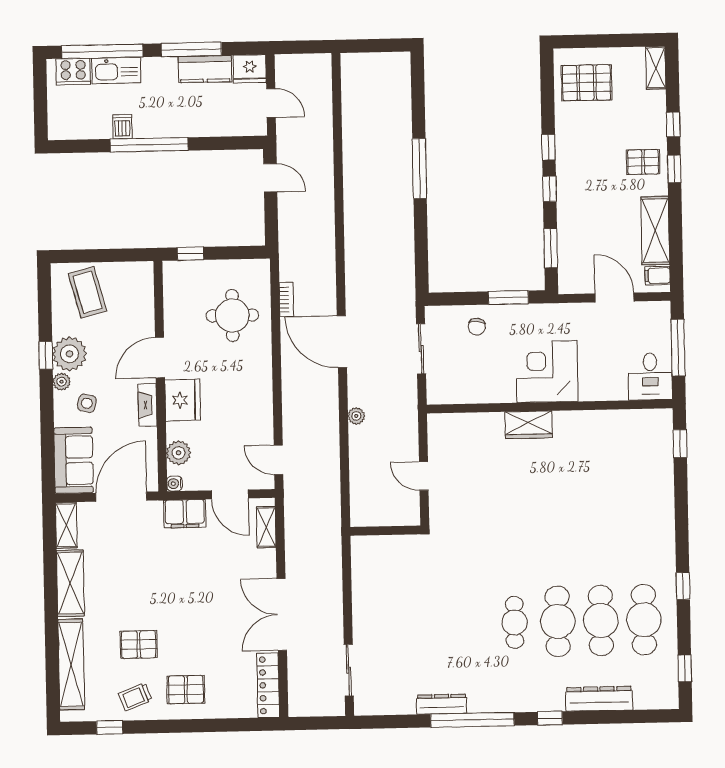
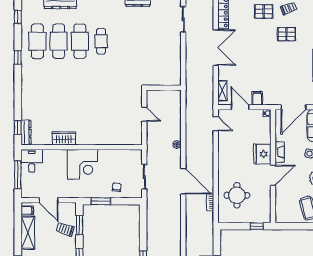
trolley: (580, 239) -> (65, 229), added
wardrobe: (529, 425) -> (64, 138), moved
dresser: (663, 434) -> (26, 132), added
plant: (179, 453) -> (265, 128), removed
filing cabinet: (185, 514) -> (257, 98), width x0.50

